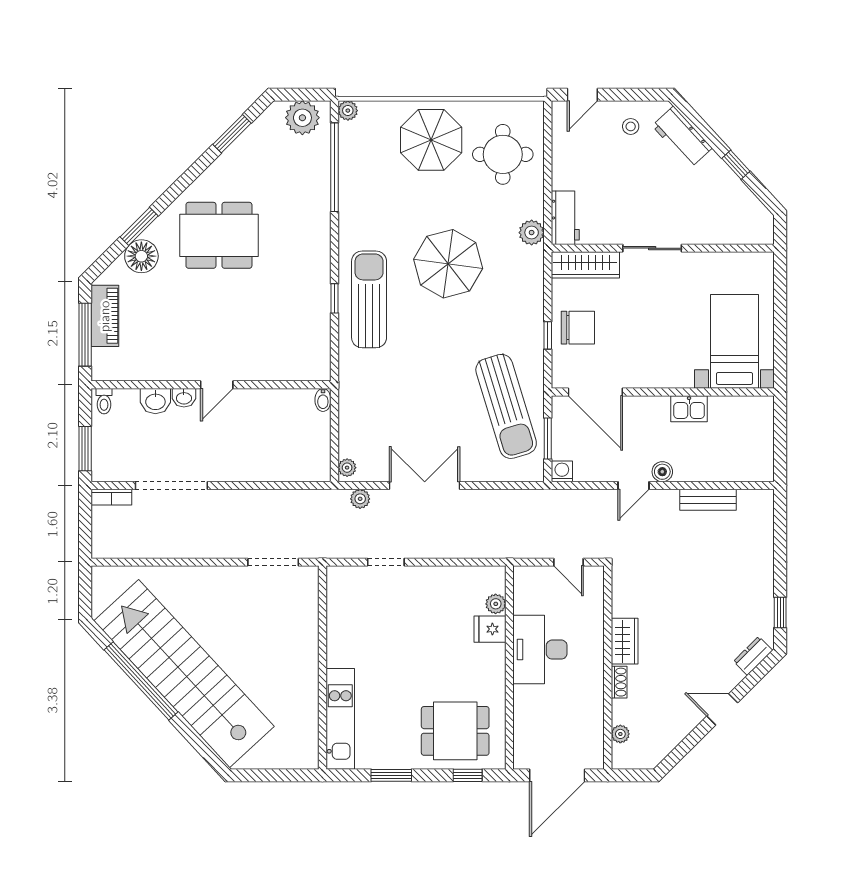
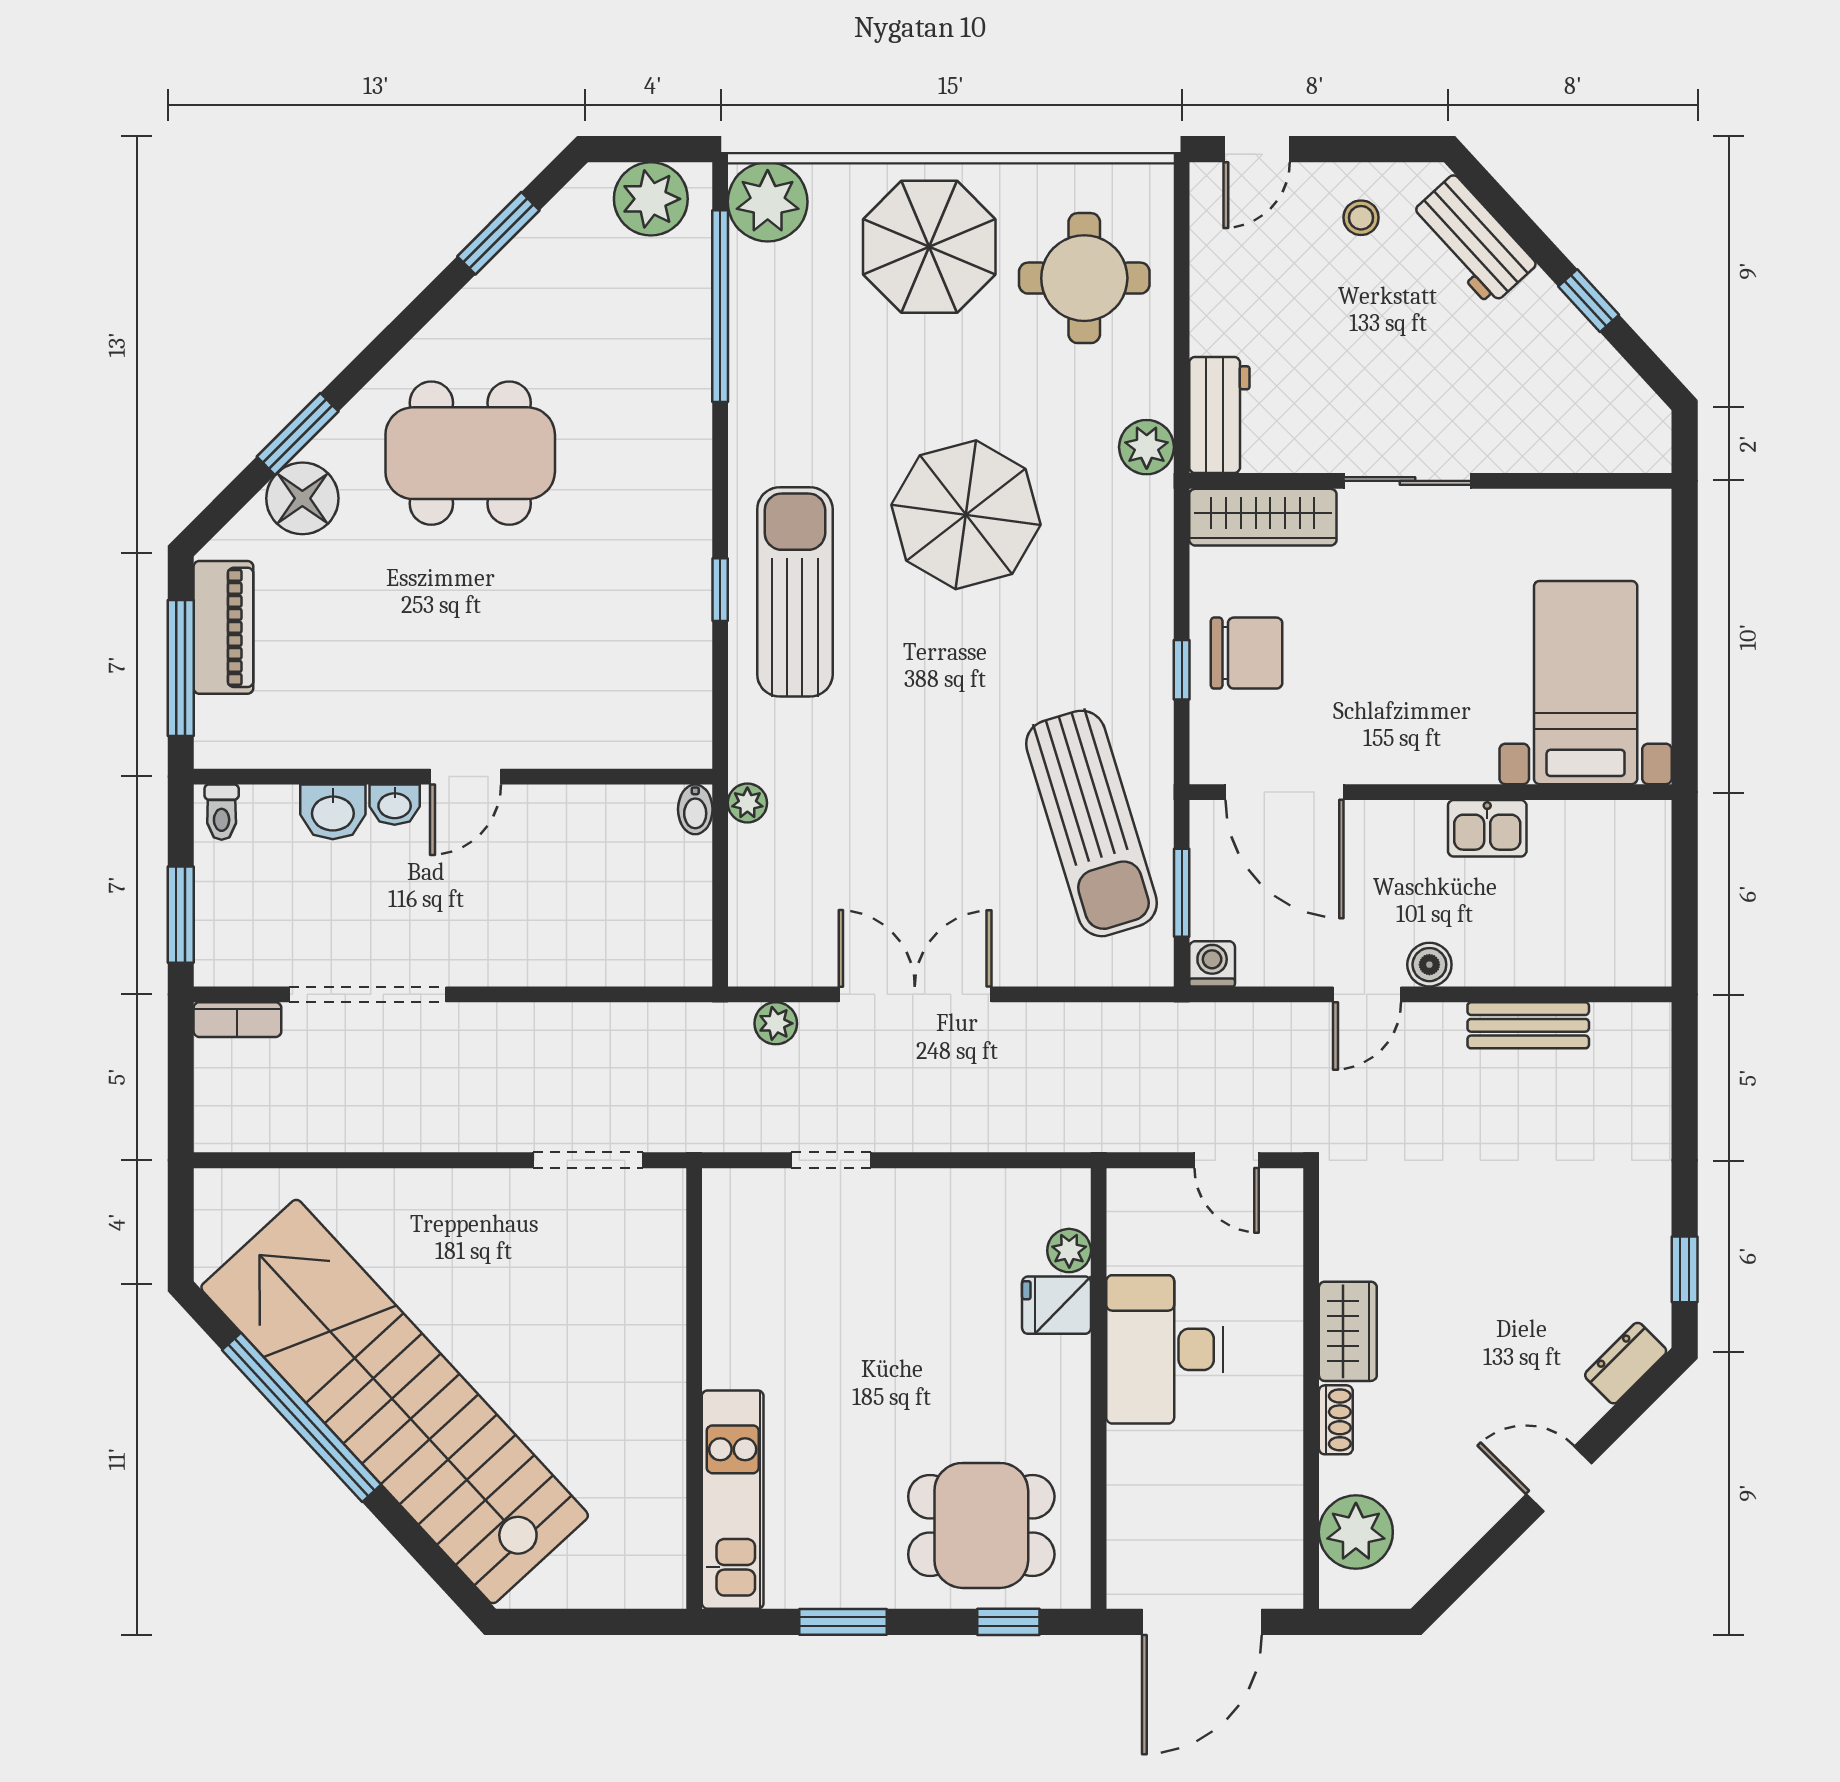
plant: (348, 111) -> (768, 202), width x1.88, depth x1.88
plant: (347, 468) -> (747, 803), moved
plant: (620, 734) -> (1356, 1532), width x1.88, depth x1.88

